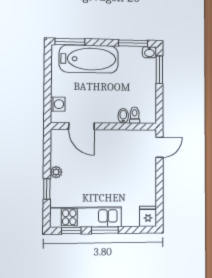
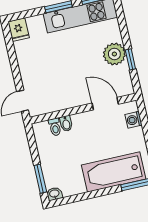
window: (133, 43) -> (73, 199), removed
plant: (56, 172) -> (114, 54), width x1.88, depth x1.88
window: (47, 189) -> (130, 59), moved

